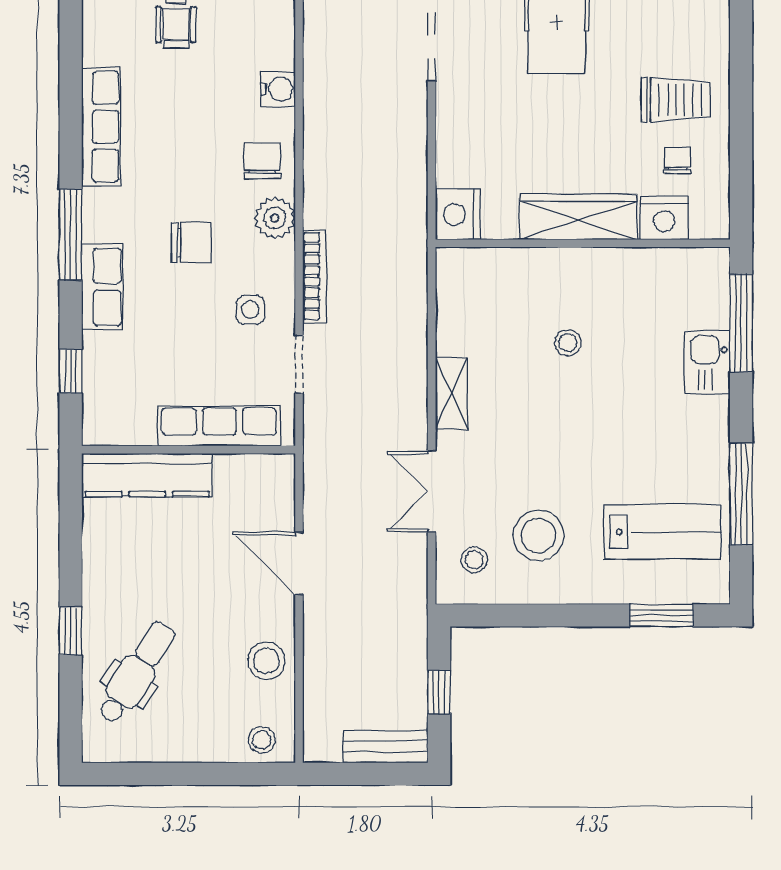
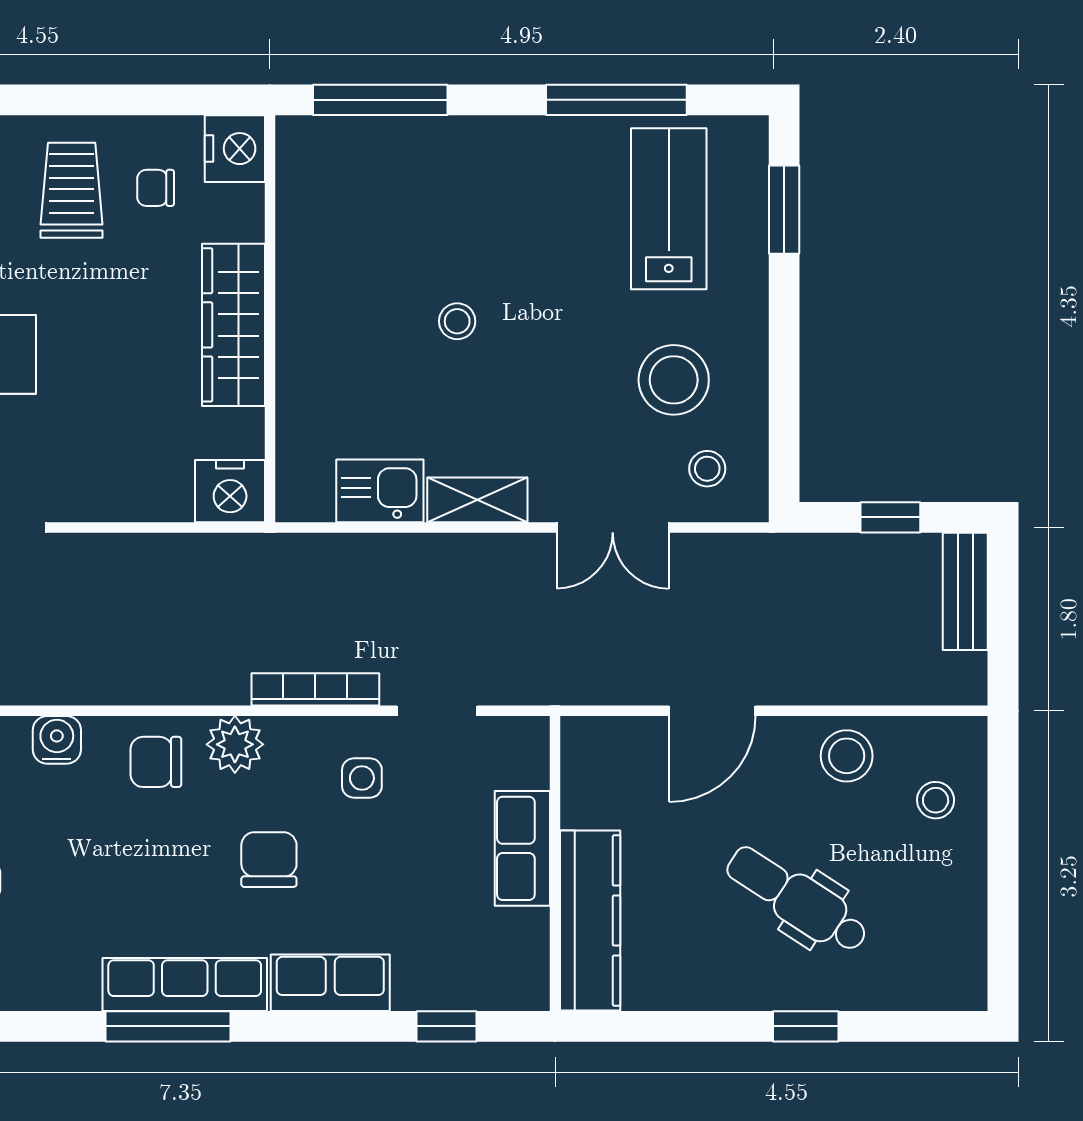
row of seats: (101, 127) -> (185, 985), moved
nightstand: (664, 218) -> (235, 149), moved
window: (71, 234) -> (168, 1026), moved
stool: (568, 343) -> (457, 321), moved
kitchen sink: (707, 362) -> (380, 491), moved, turned 180
row of seats: (219, 426) -> (522, 848), width x0.68
dental chair: (137, 672) -> (797, 900), moved
stool: (262, 740) -> (936, 800), moved

